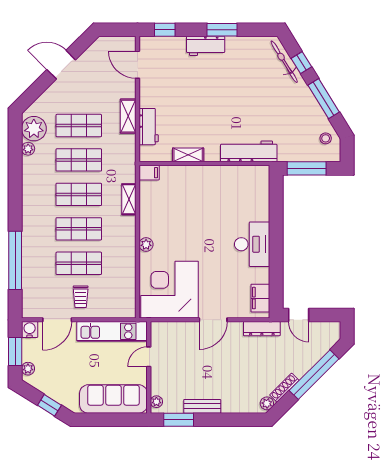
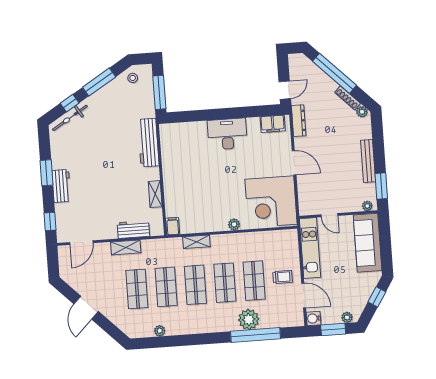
plant: (34, 129) -> (249, 319), moved
bench: (202, 406) -> (368, 161), width x1.36

